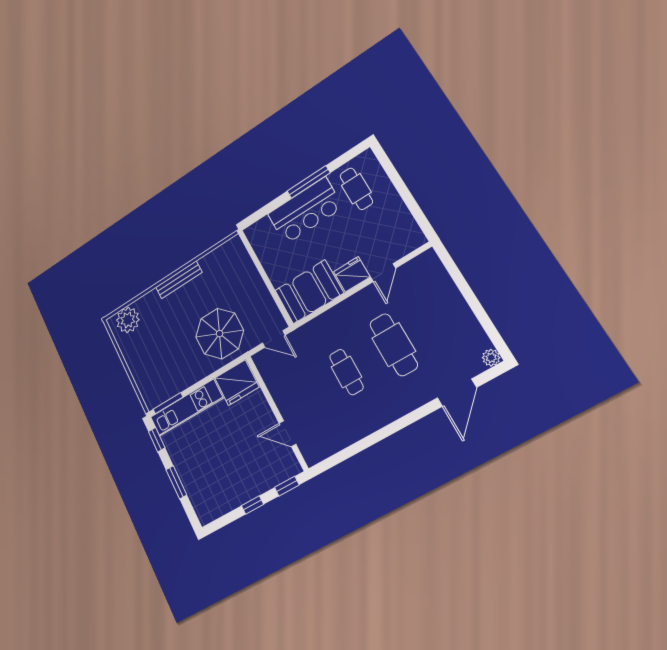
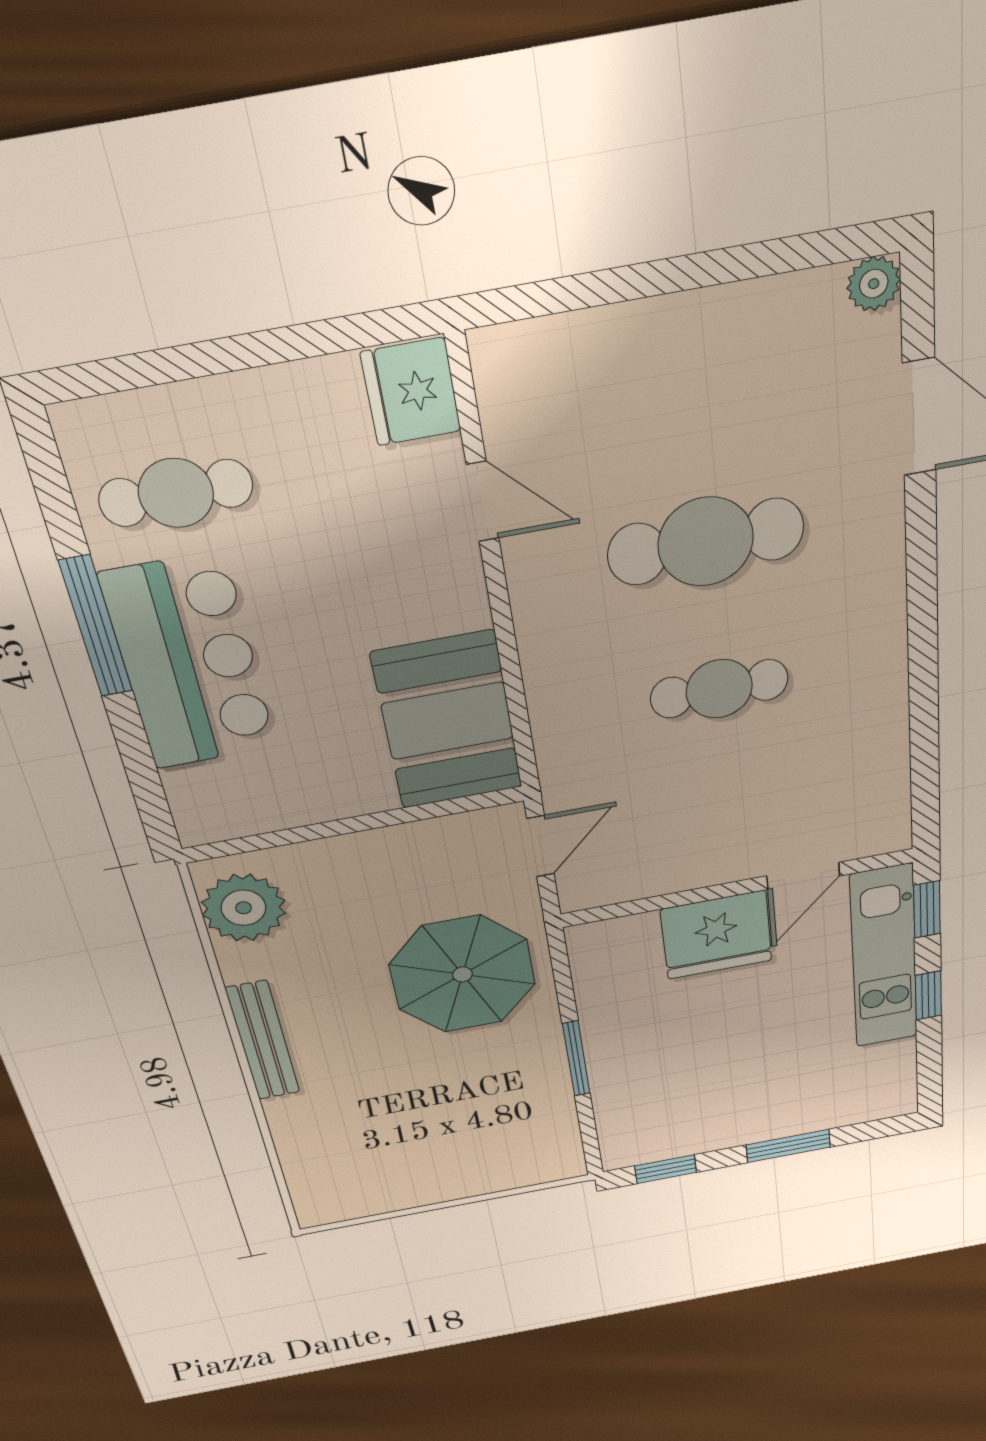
fridge: (352, 274) -> (411, 392), moved
plant: (128, 320) -> (243, 908), moved
fridge: (237, 383) -> (716, 935), moved, turned 90
window: (168, 403) -> (576, 1059), moved
kitchen unit: (186, 408) -> (884, 958), moved, turned 180

